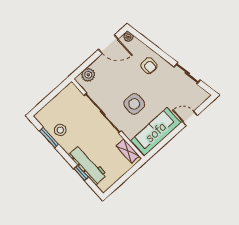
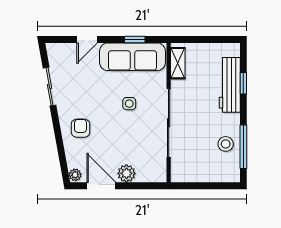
plant: (88, 75) -> (126, 173), moved
side table: (134, 104) -> (129, 104), width x0.54, depth x0.54
door: (190, 118) -> (87, 39), hinge flipped
window: (49, 138) -> (243, 147), width x1.44
window: (163, 142) -> (135, 39), added

